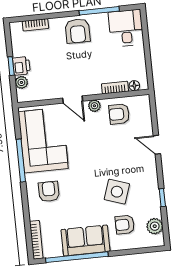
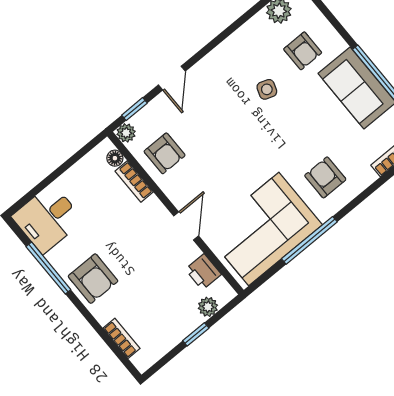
armchair: (78, 31) -> (93, 279), turned 90
printer: (21, 66) -> (203, 272), moved, turned -90
plant: (94, 106) -> (126, 133), moved
armchair: (49, 192) -> (325, 177), turned 90
side table: (117, 192) -> (267, 89), width x0.54, depth x0.54
window: (162, 198) -> (134, 109), moved

